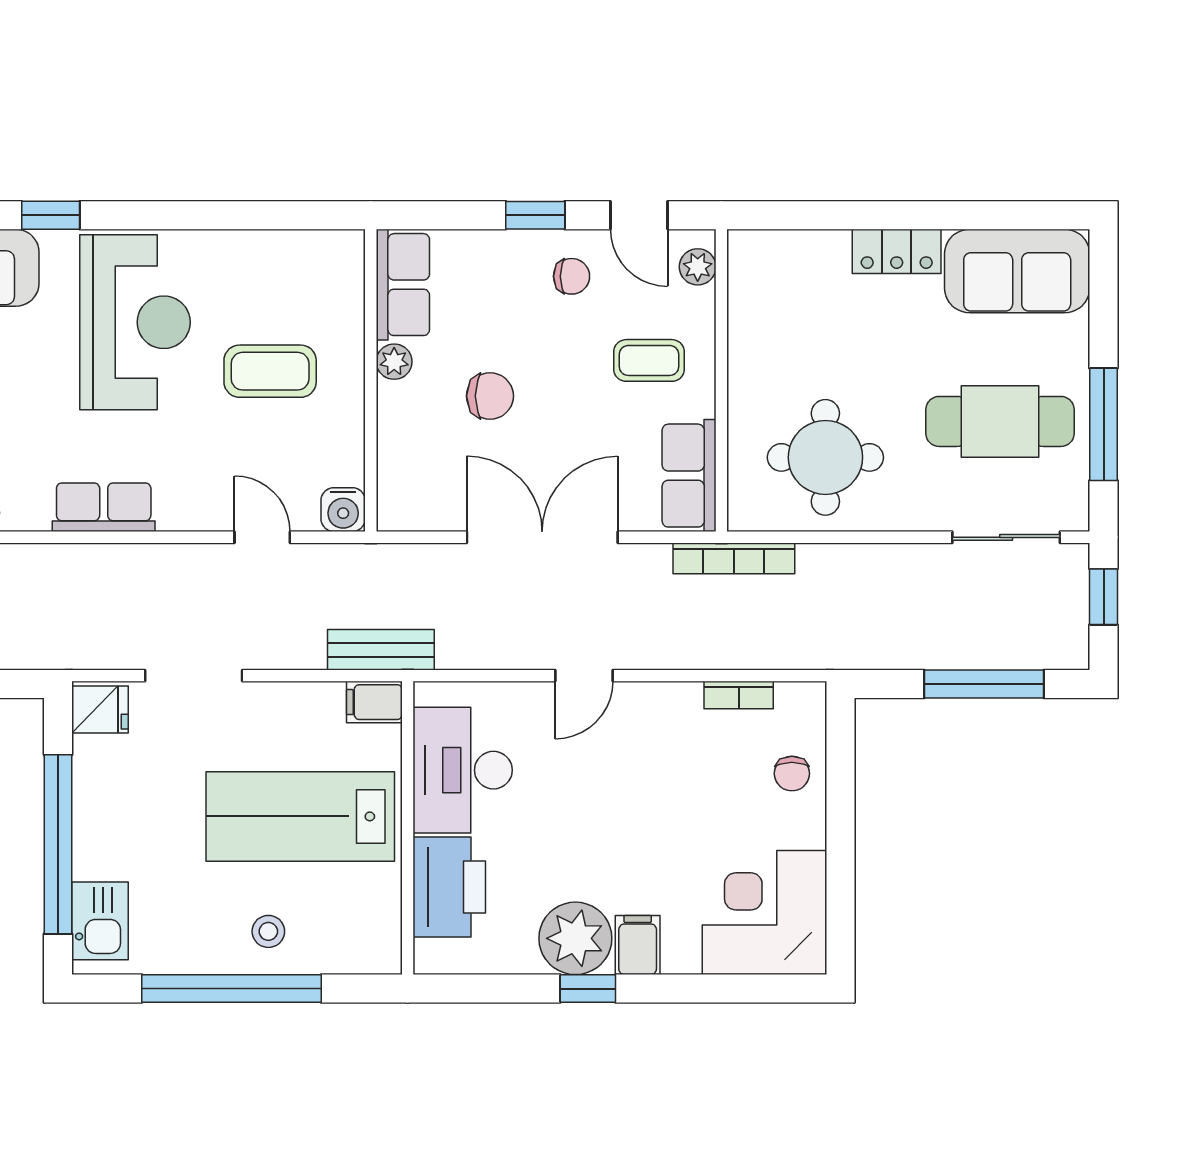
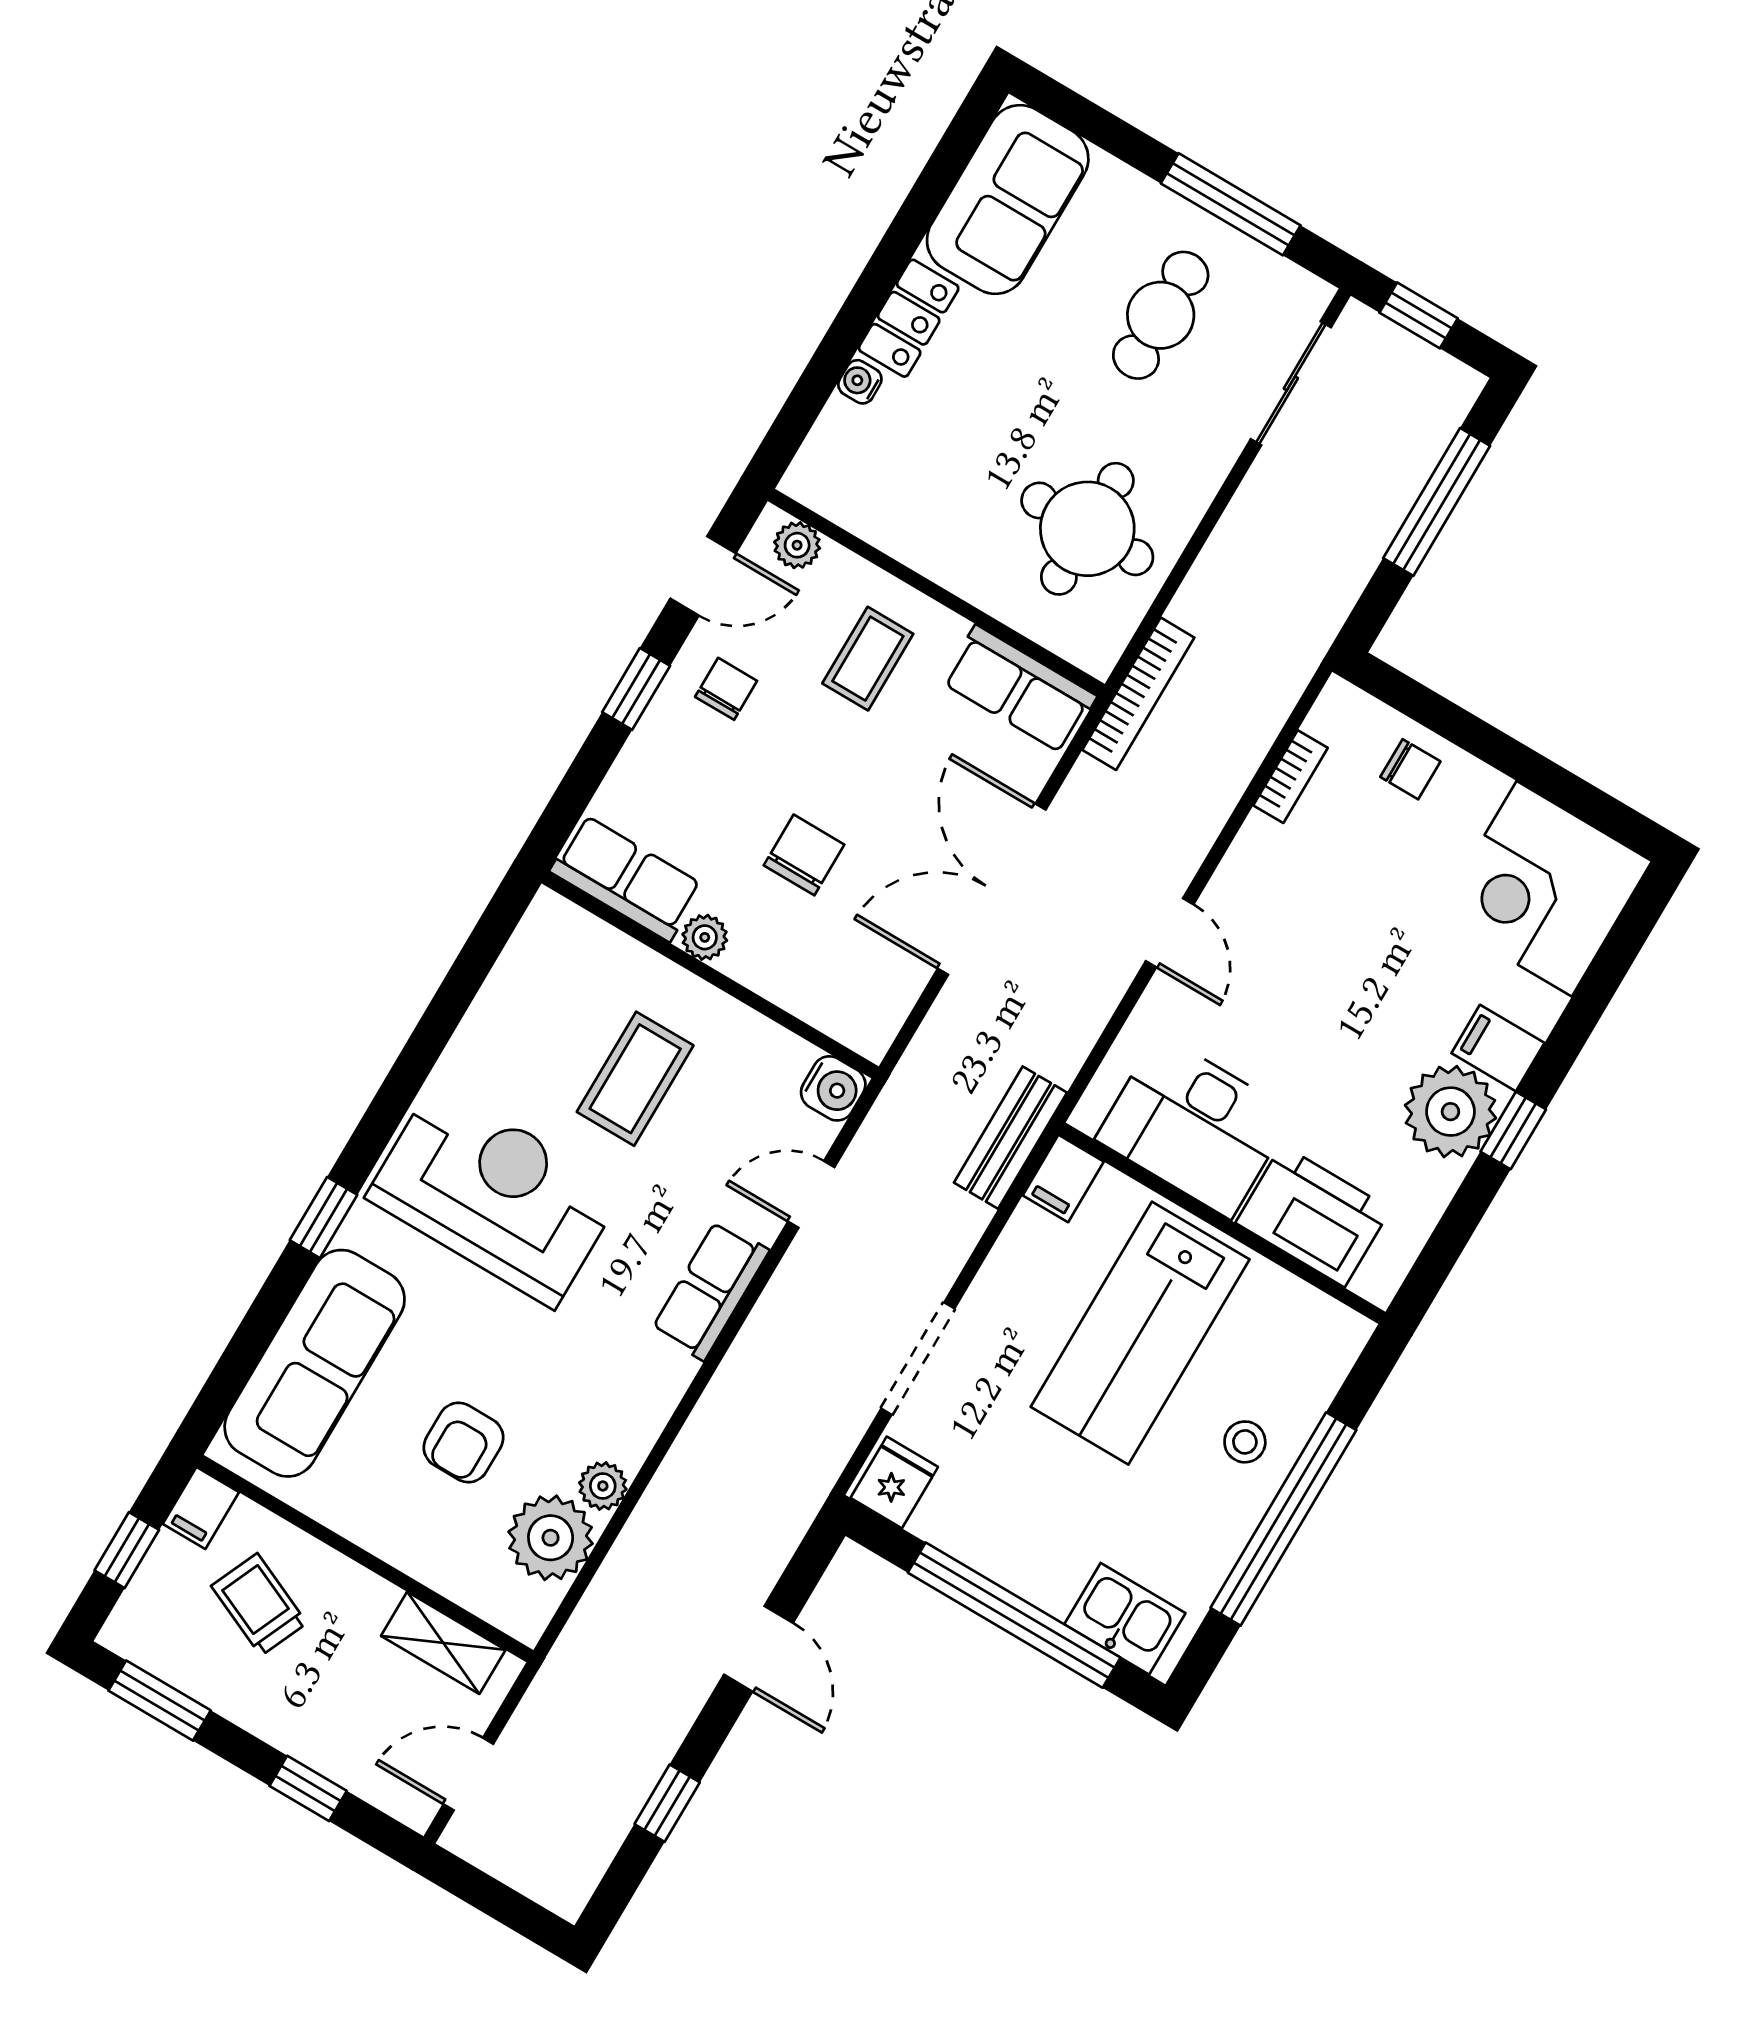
water cooler: (834, 244) -> (860, 382), added
cafe table: (1000, 421) -> (1161, 315), width x0.73, depth x0.74
row of seats: (104, 507) -> (710, 1290), moved

